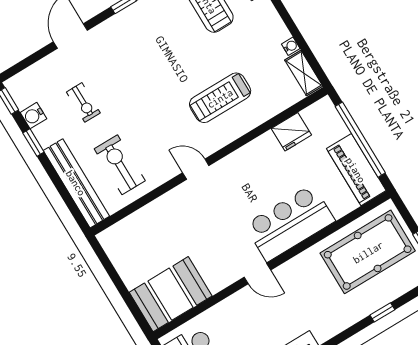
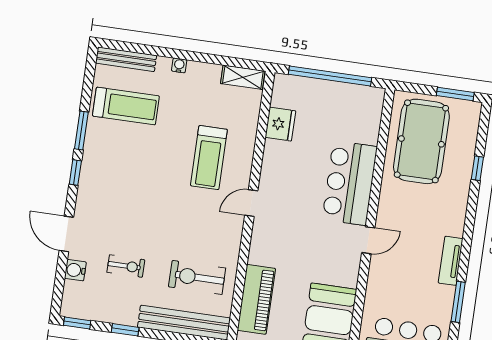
water cooler: (291, 46) -> (179, 65), moved
water cooler: (33, 116) -> (75, 270), moved, turned 90
door: (196, 169) -> (251, 203), moved
piano: (356, 170) -> (256, 299), moved, turned -90

